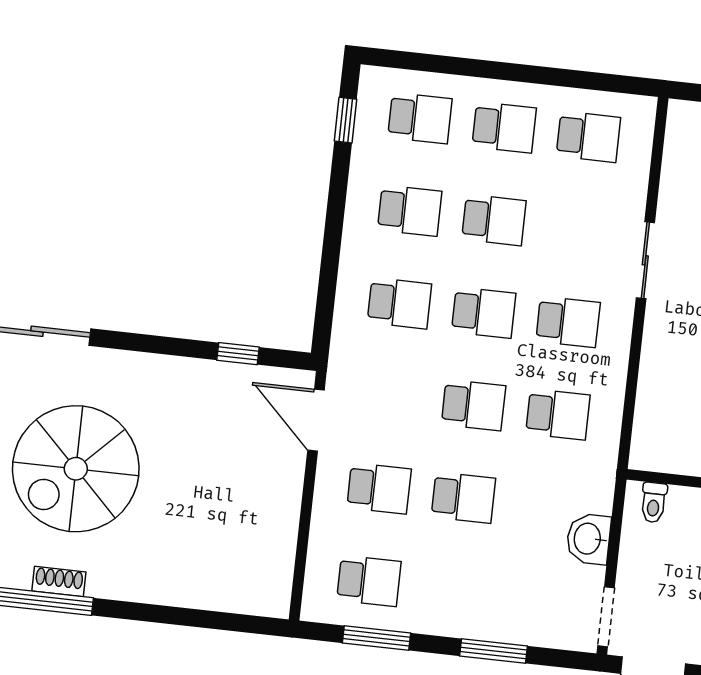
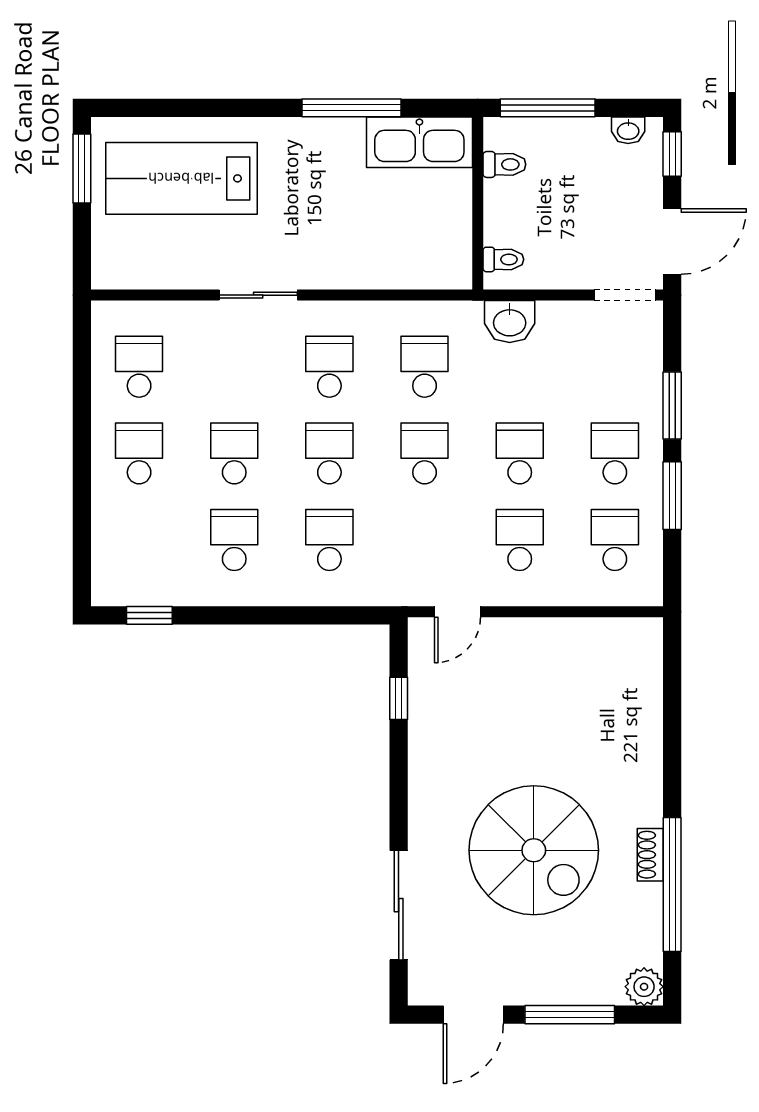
school desk: (420, 118) -> (615, 453), moved
door: (316, 420) -> (458, 612), width x0.73
washbasin: (589, 539) -> (510, 322), moved
window: (377, 638) -> (672, 496), moved

